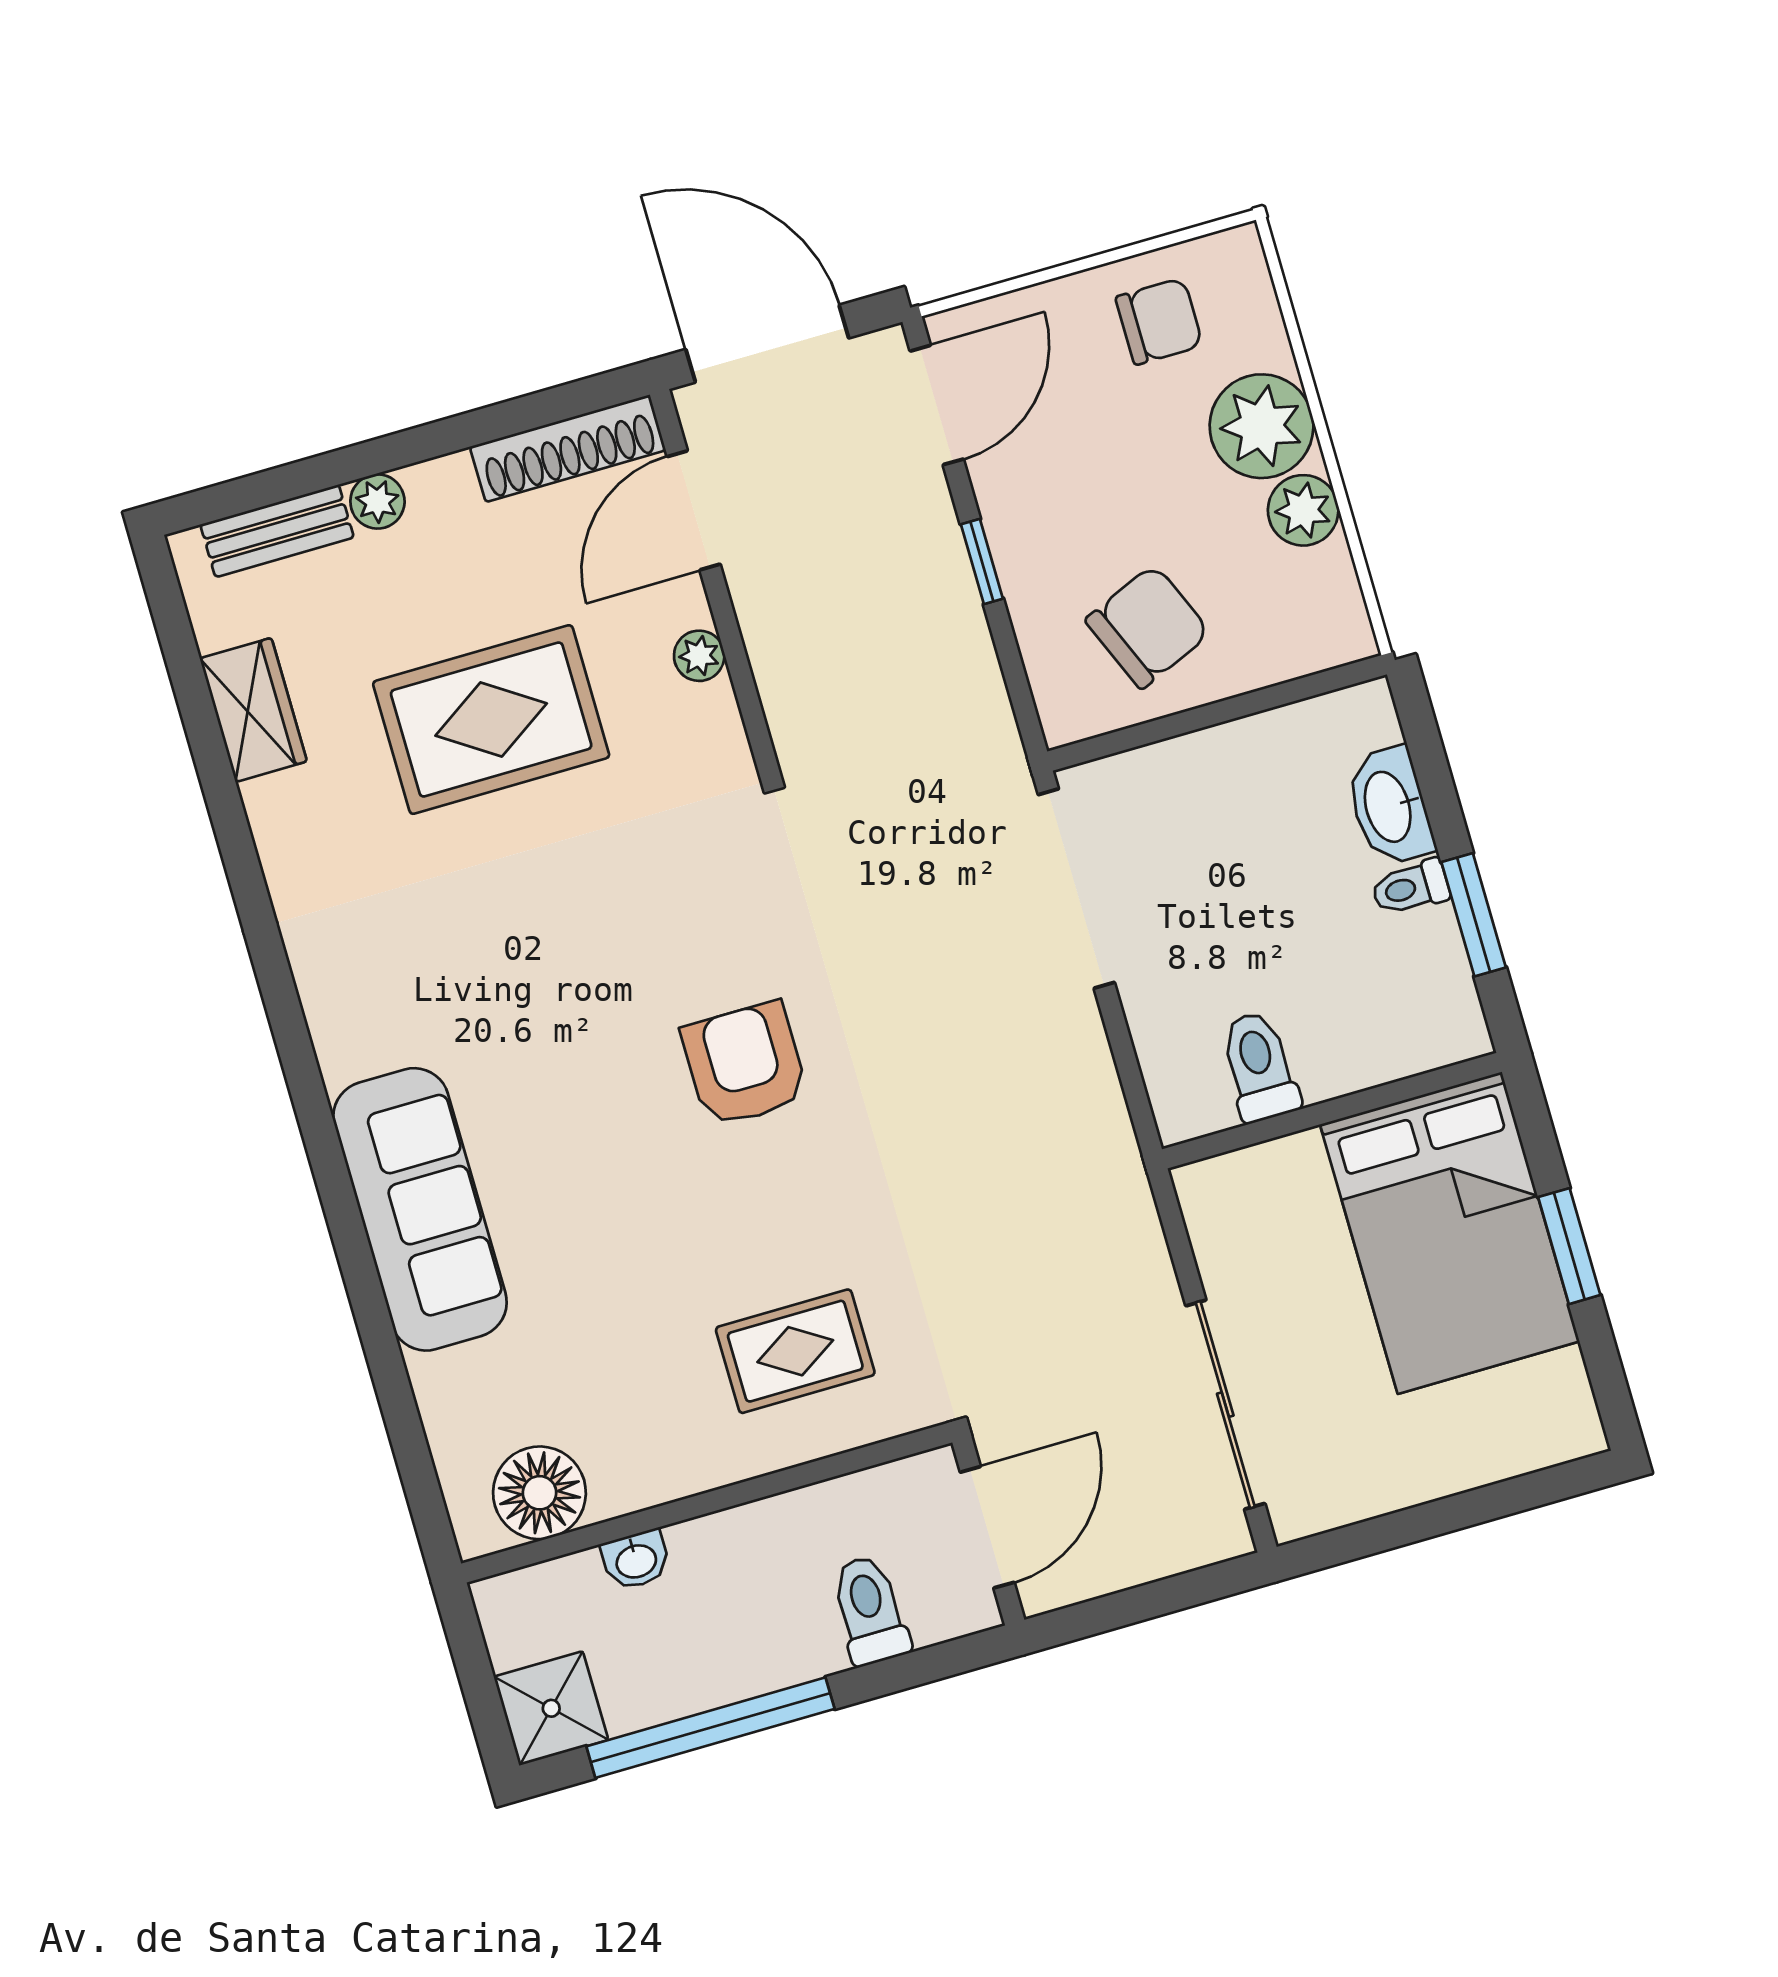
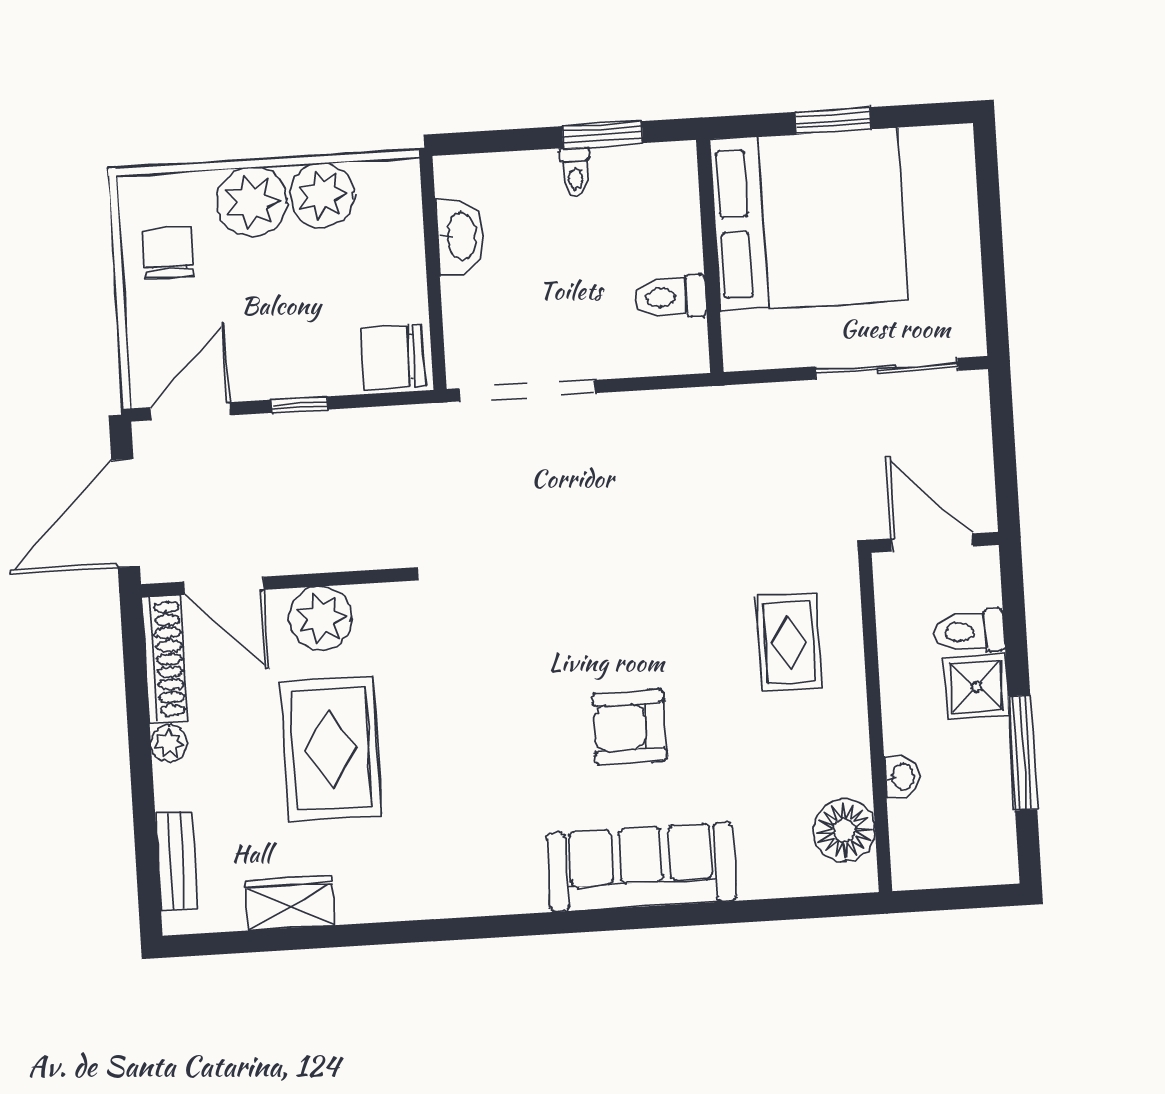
door: (937, 405) -> (191, 411), hinge flipped
plant: (377, 501) -> (169, 744), moved
plant: (1303, 510) -> (322, 195), width x1.36, depth x1.36
chair: (1148, 627) -> (393, 357), moved, turned -67
plant: (699, 656) -> (321, 618), width x1.88, depth x1.88
washbasin: (1390, 806) -> (460, 236), moved, turned -90
armchair: (745, 1064) -> (630, 727), moved
bed: (1450, 1233) -> (809, 220), width x1.36
shower: (551, 1708) -> (976, 687), moved
window: (710, 1728) -> (1023, 753), width x0.68

